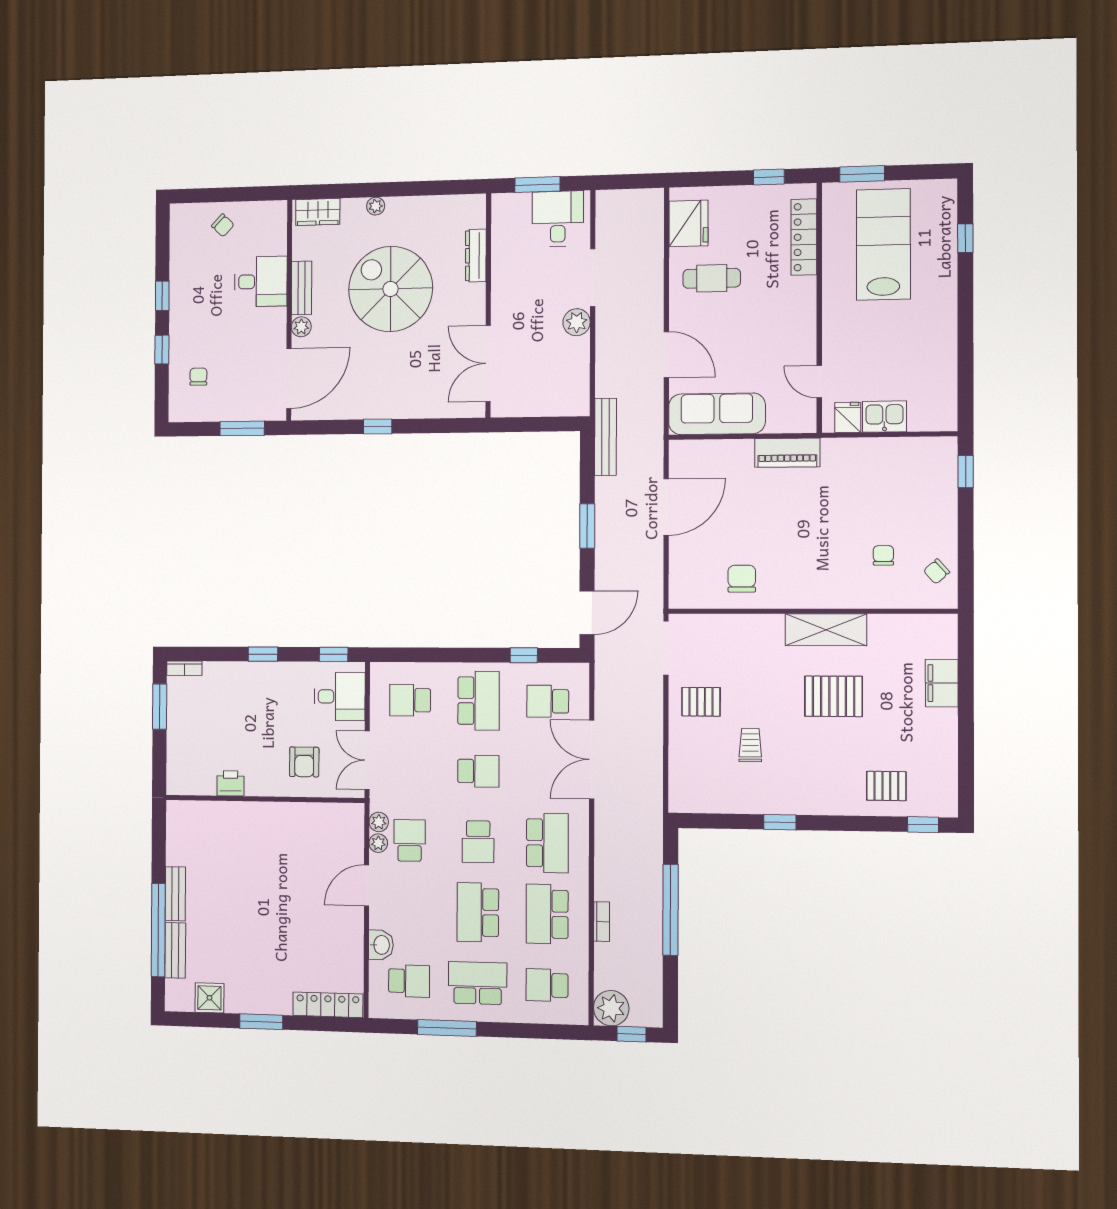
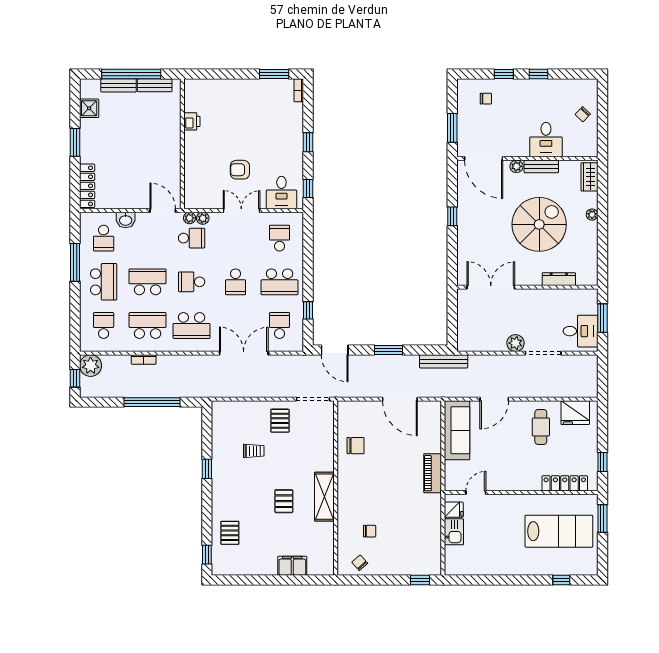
pallet: (833, 696) -> (284, 501), width x0.67, depth x0.71
printer: (231, 783) -> (192, 121), moved
wall: (264, 799) -> (182, 144), moved

